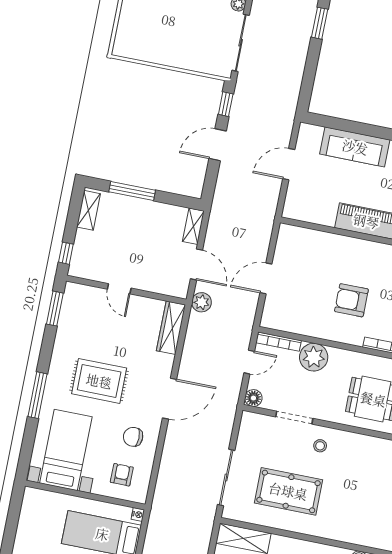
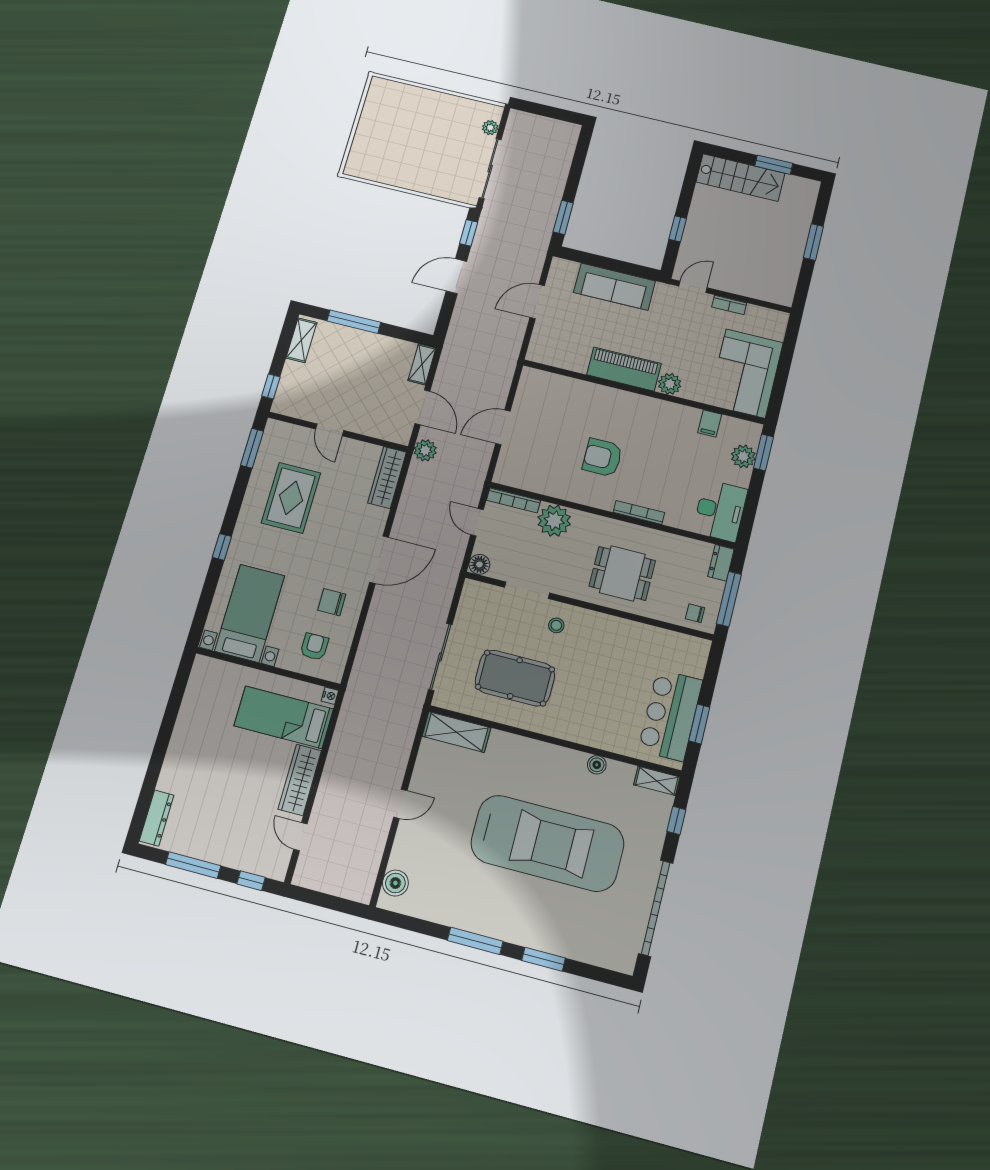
window: (320, 23) -> (563, 217), moved
door: (249, 362) -> (477, 522), swing flipped
rug: (99, 381) -> (291, 498), moved, turned 90
window: (37, 395) -> (222, 547), width x0.46

